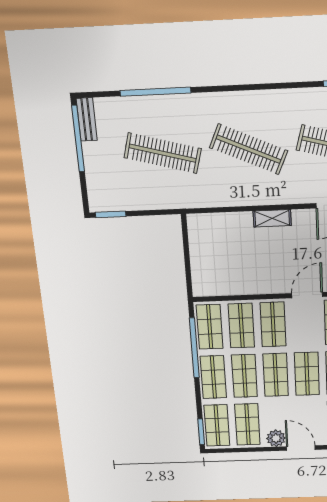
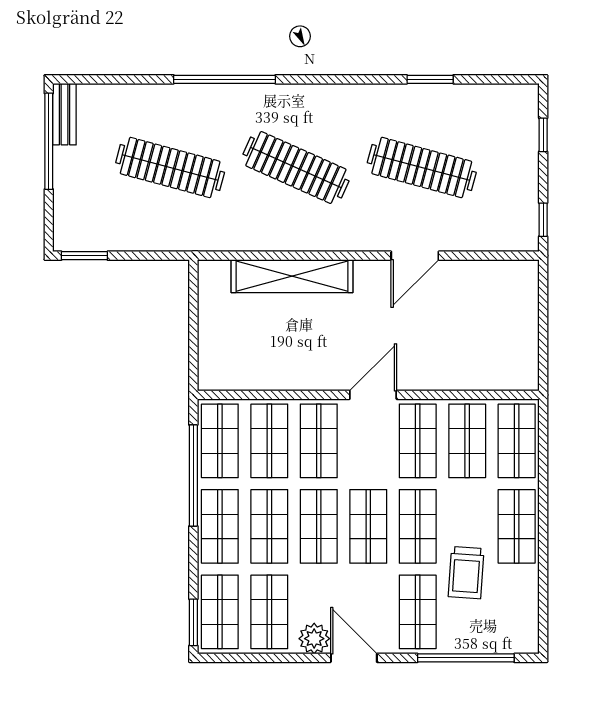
window: (155, 92) -> (224, 79), moved
shelving: (272, 218) -> (292, 276), width x2.20, depth x1.33

